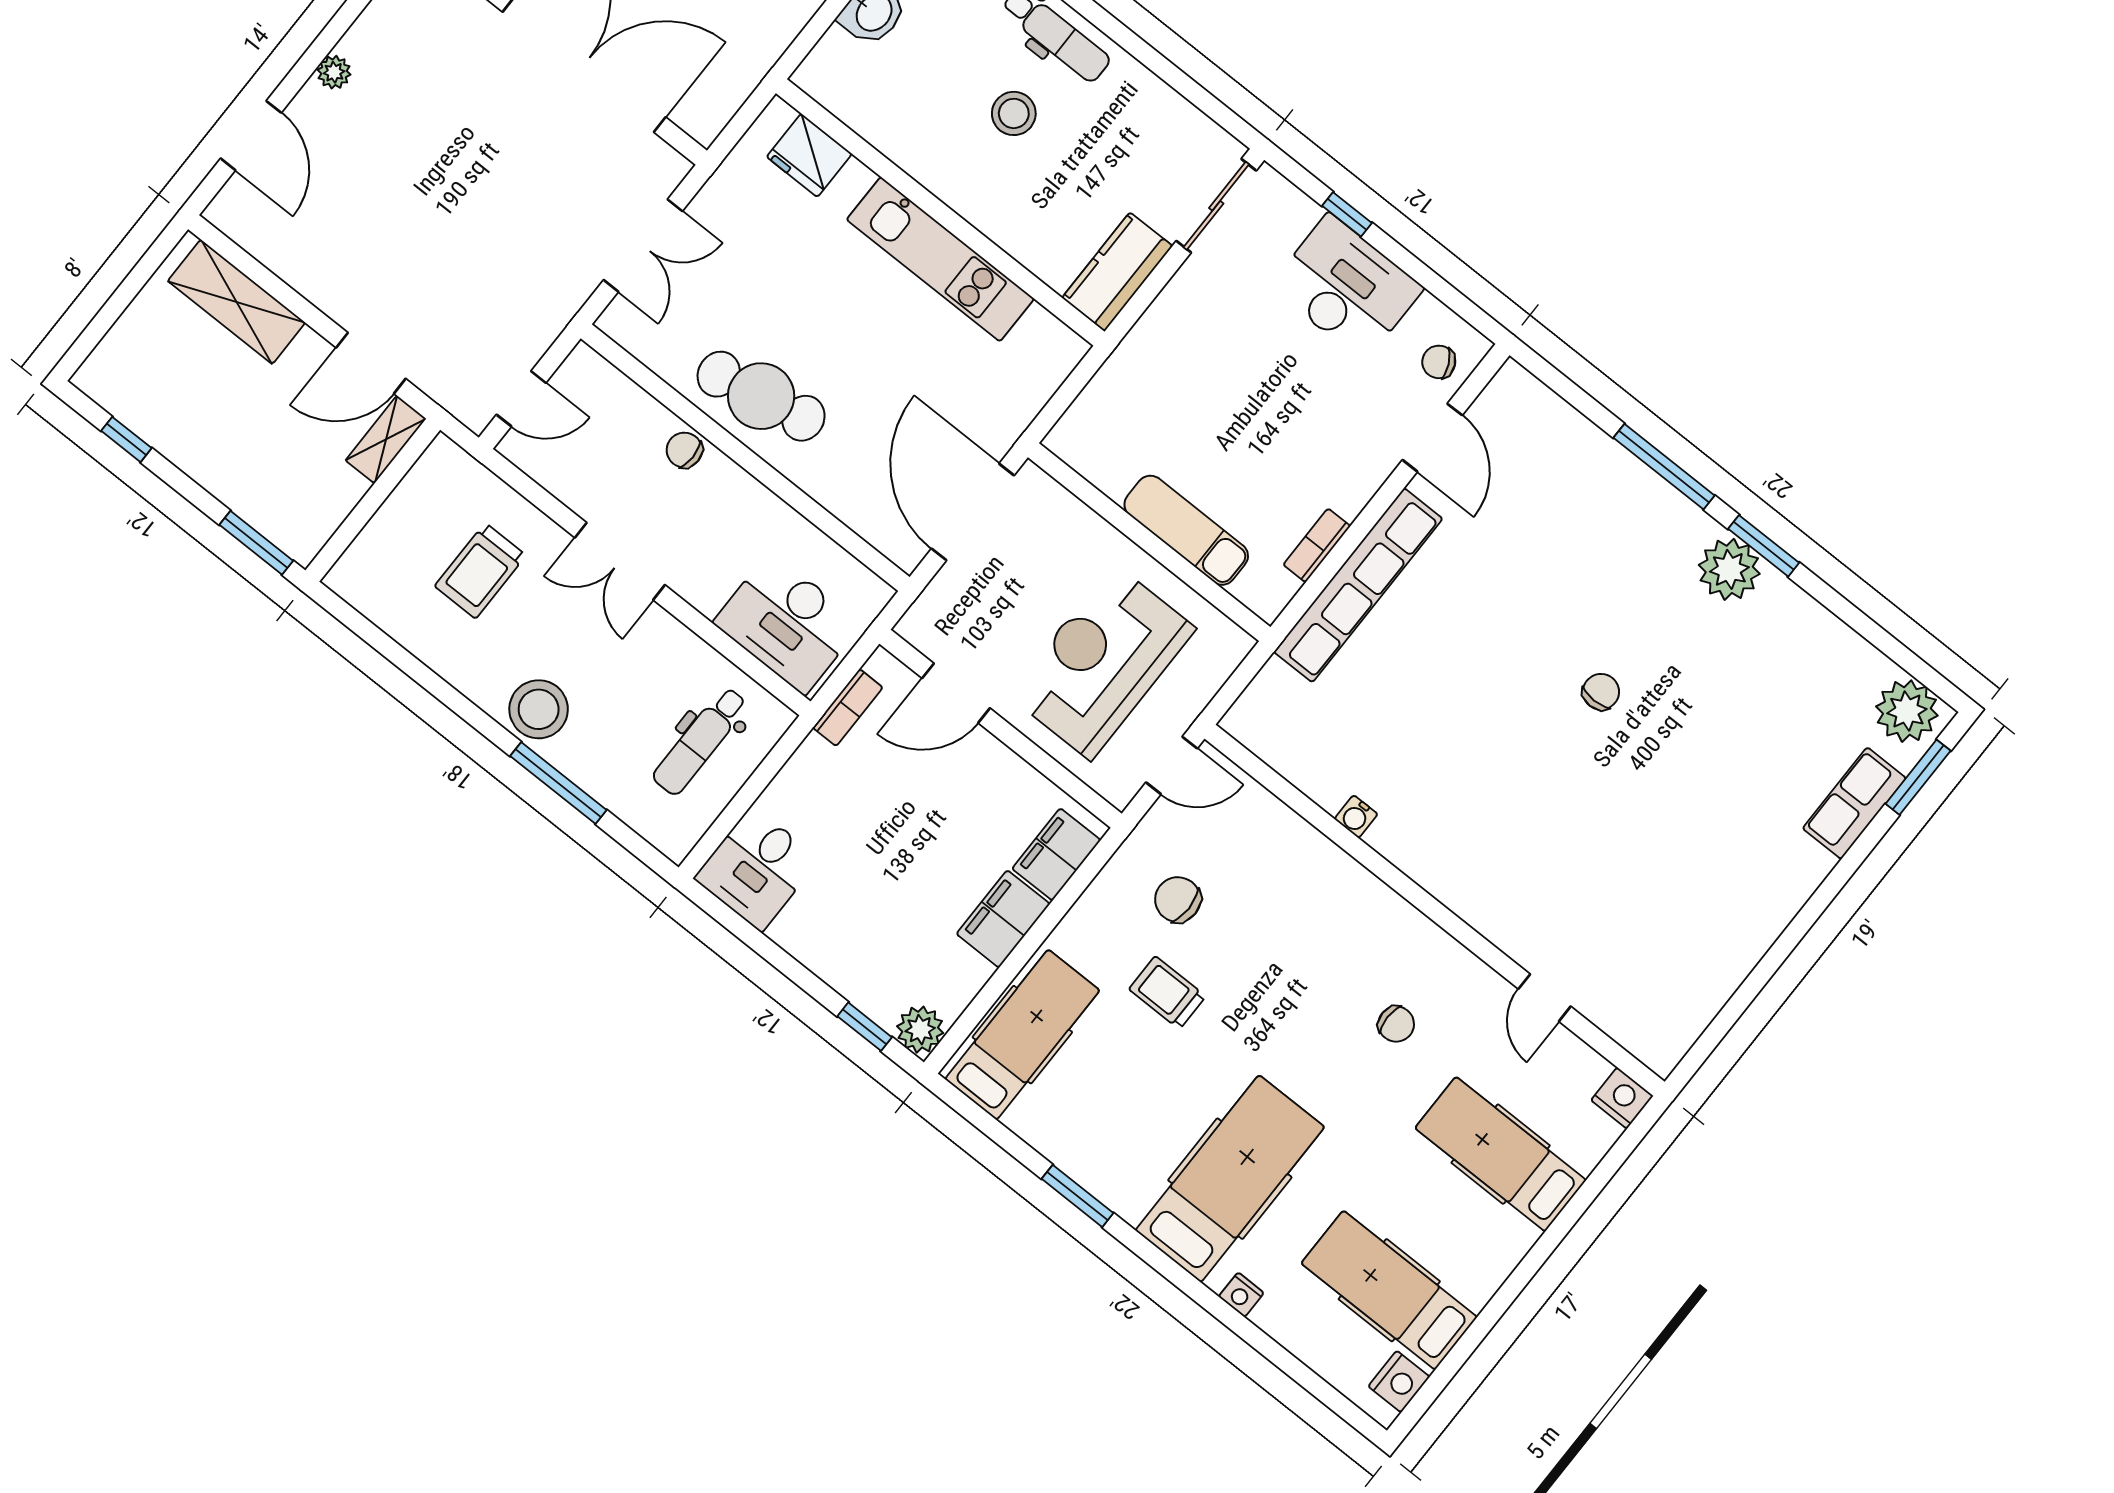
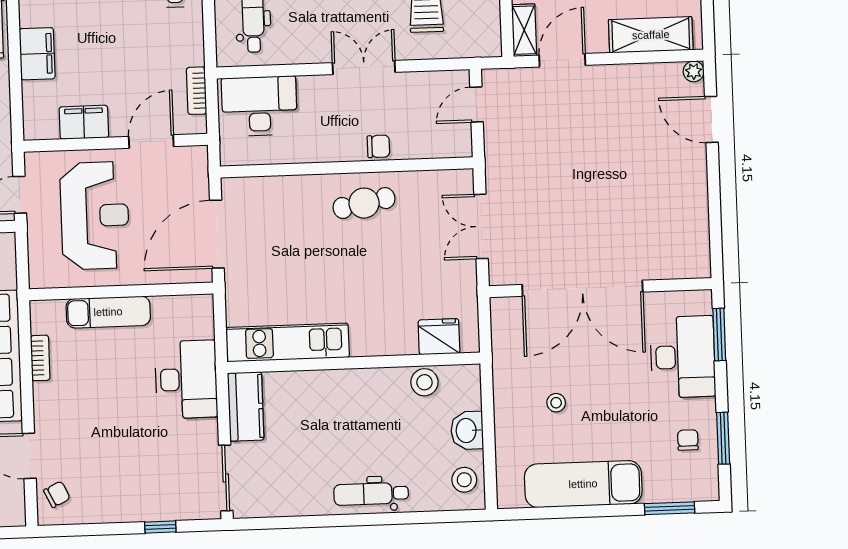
plant: (334, 72) -> (694, 71), moved
stool: (1014, 113) -> (424, 382), moved
kitchen unit: (940, 259) -> (288, 342), moved
desk: (1346, 287) -> (186, 379), moved, turned -90
cafe table: (761, 396) -> (364, 203), width x0.73, depth x0.74
door: (973, 512) -> (217, 234), swing flipped
filing cabinet: (1056, 854) -> (84, 122), moved, turned -90

